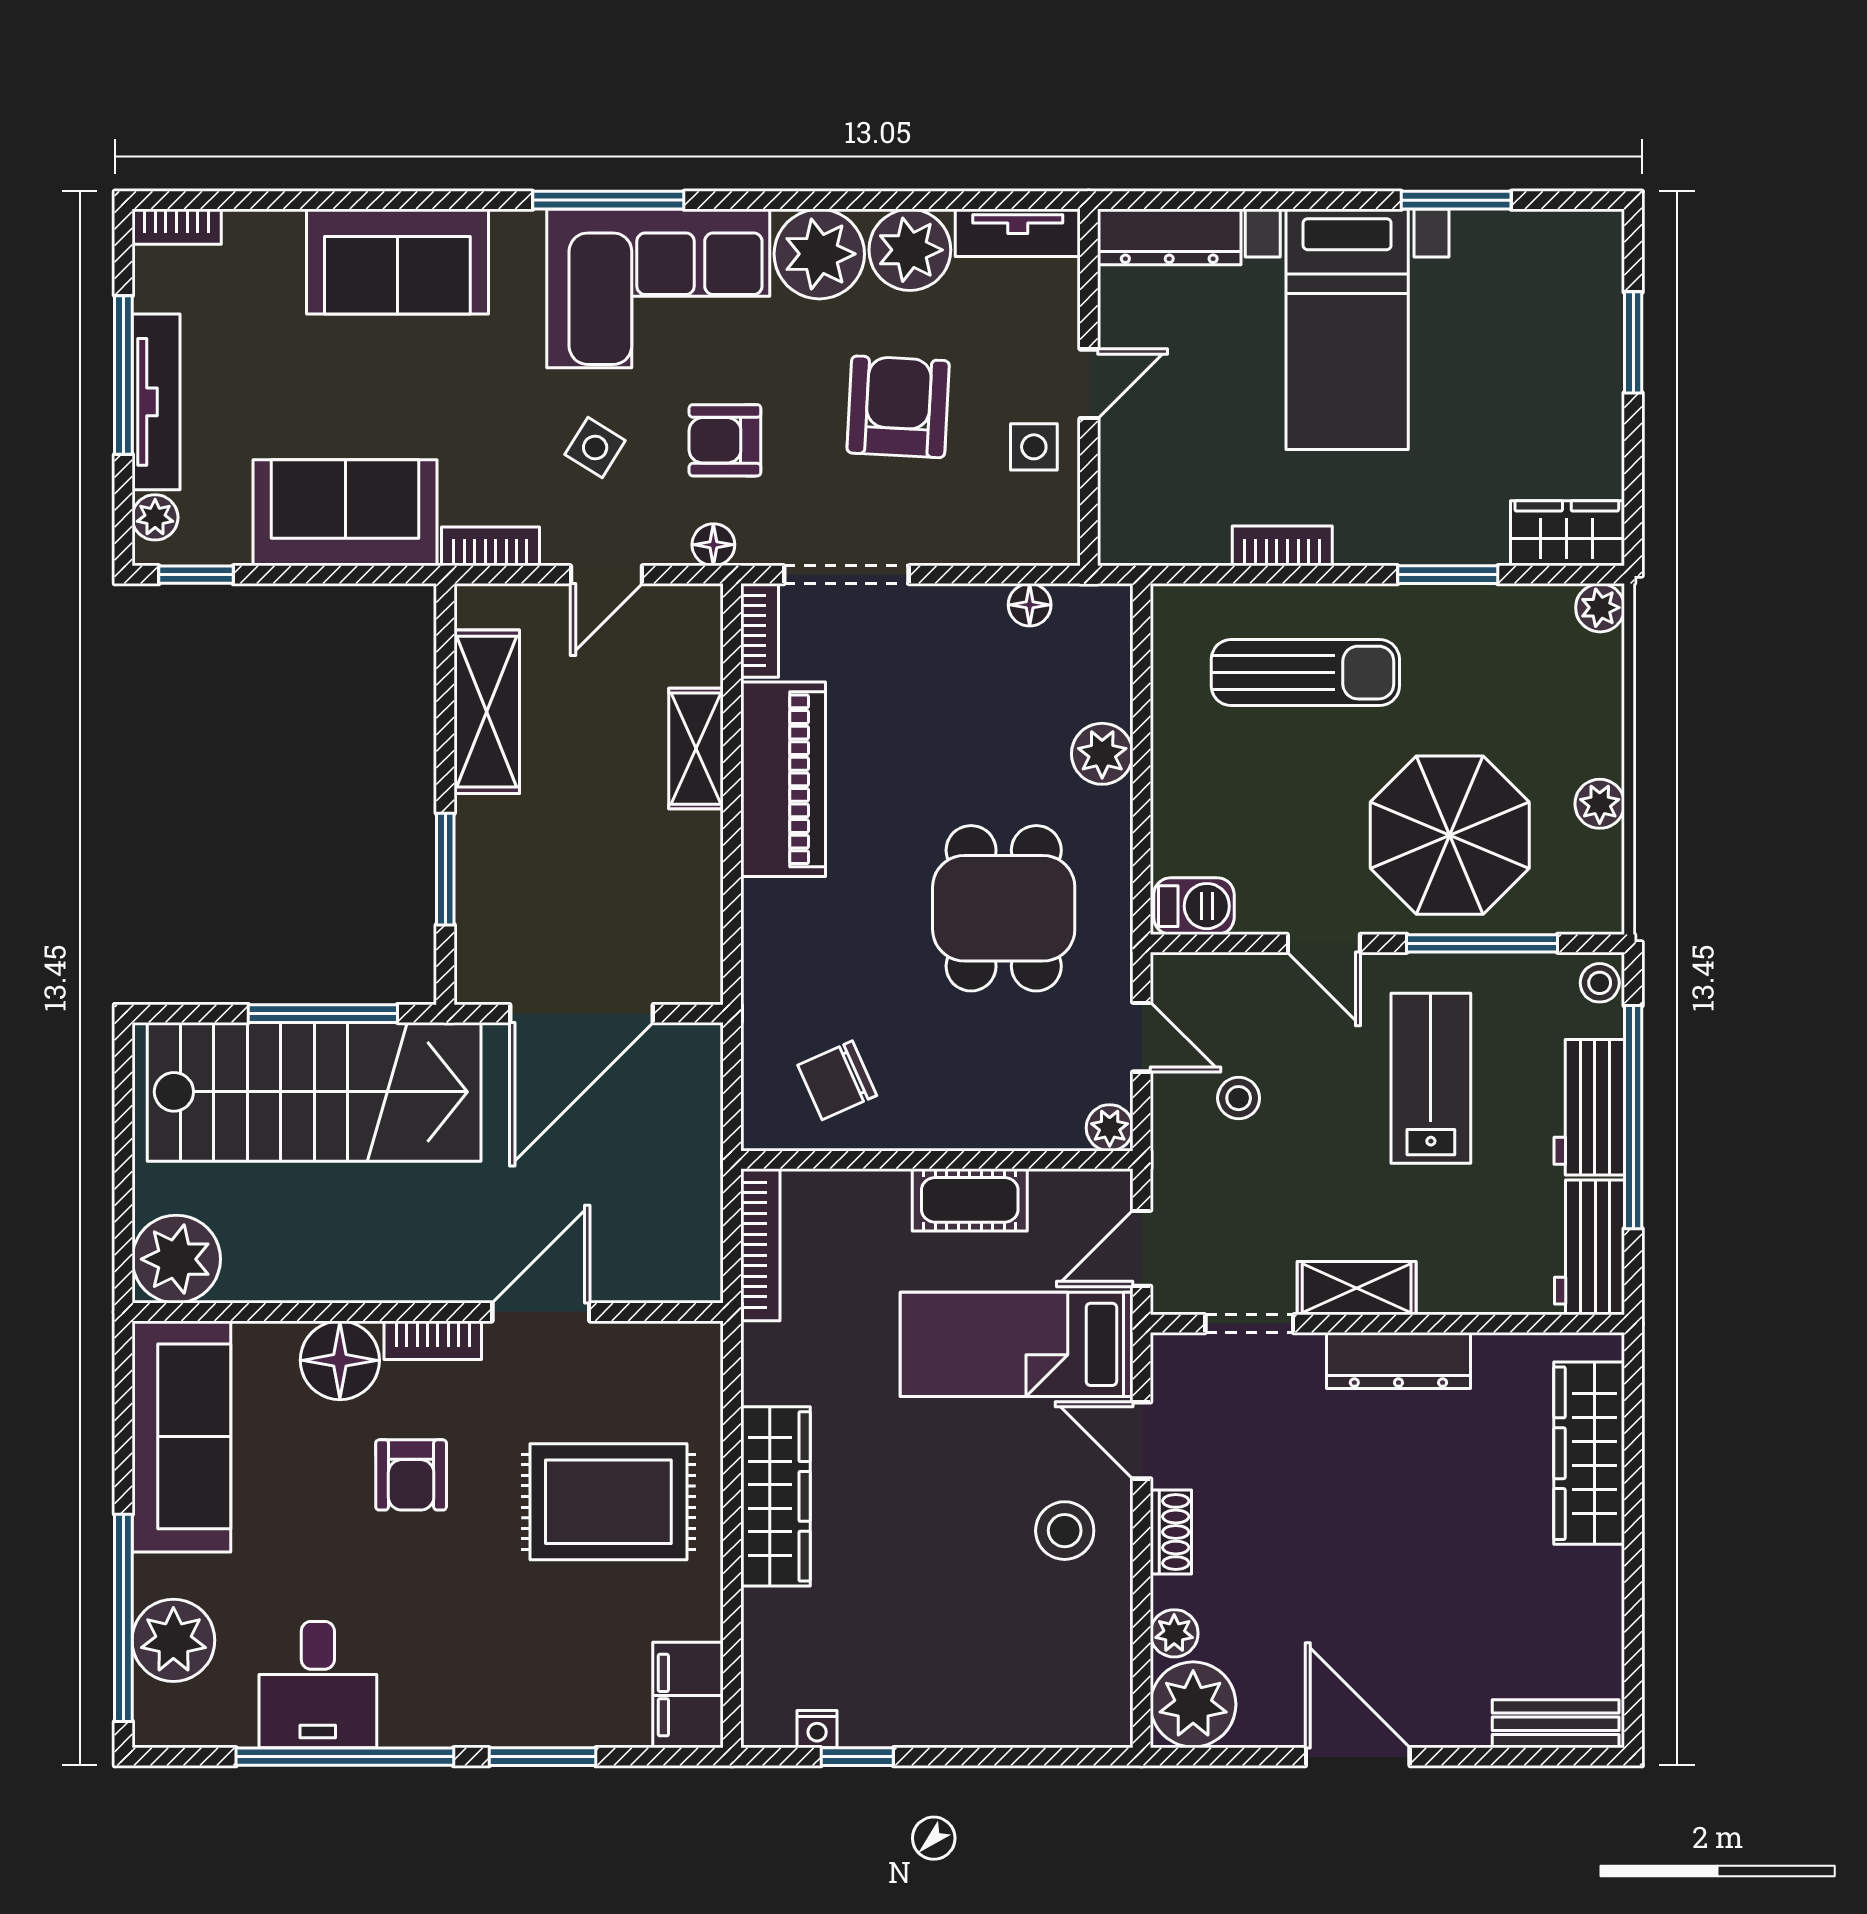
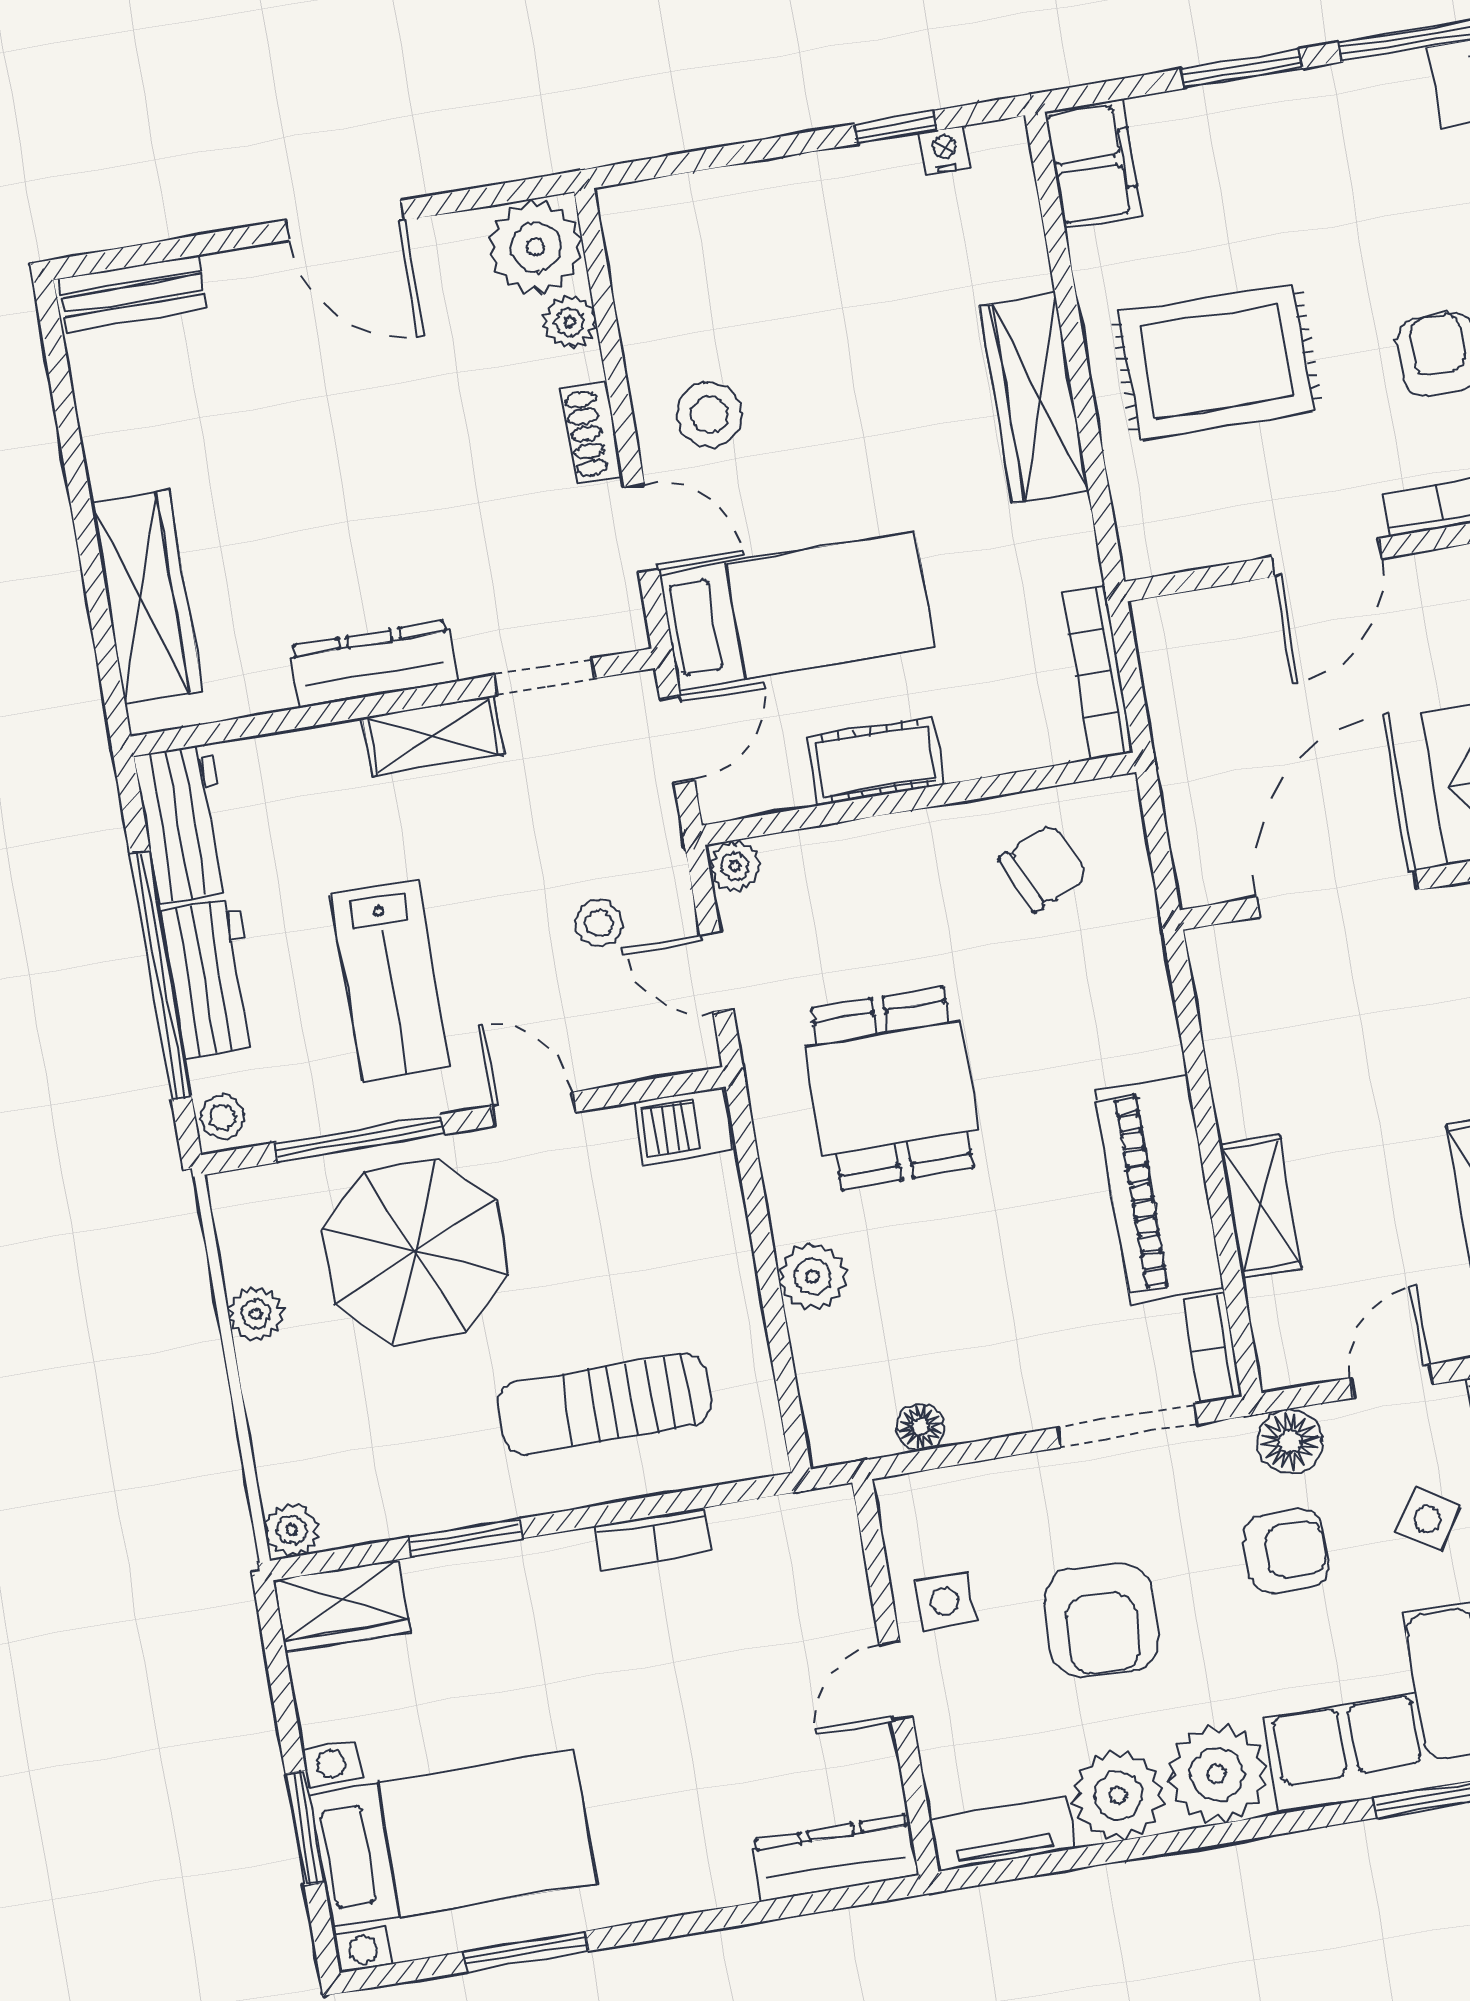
bed with nightstands: (1347, 329) -> (453, 1839), moved, turned 90
floor lamp: (713, 545) -> (1289, 1441), width x1.37, depth x1.37

